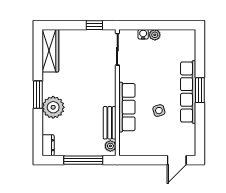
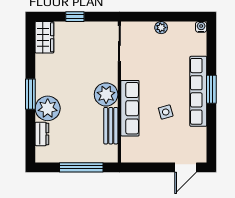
window: (94, 25) -> (75, 17), moved
water cooler: (143, 34) -> (201, 27), moved
wardrobe: (50, 51) -> (44, 37), width x0.67
dresser: (48, 145) -> (42, 134), moved
plant: (110, 146) -> (106, 94), moved, width x1.88, depth x1.88

